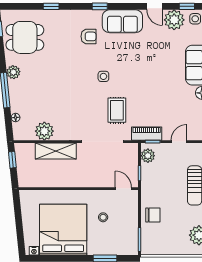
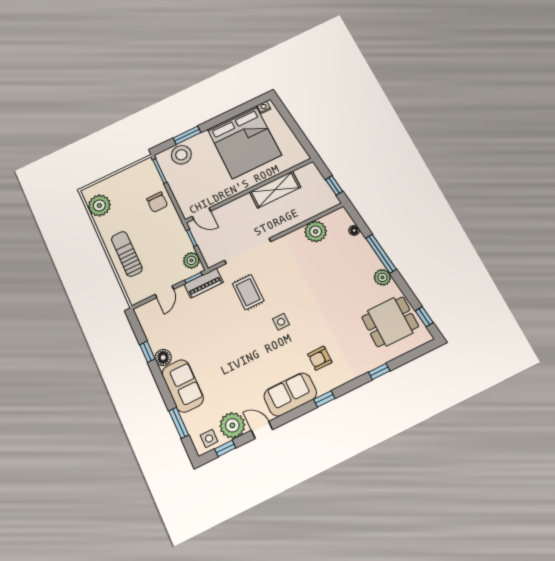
shelving: (56, 151) -> (275, 190), moved
chair: (153, 215) -> (157, 202), turned -90
stool: (103, 217) -> (181, 155), moved, width x1.89, depth x1.89

